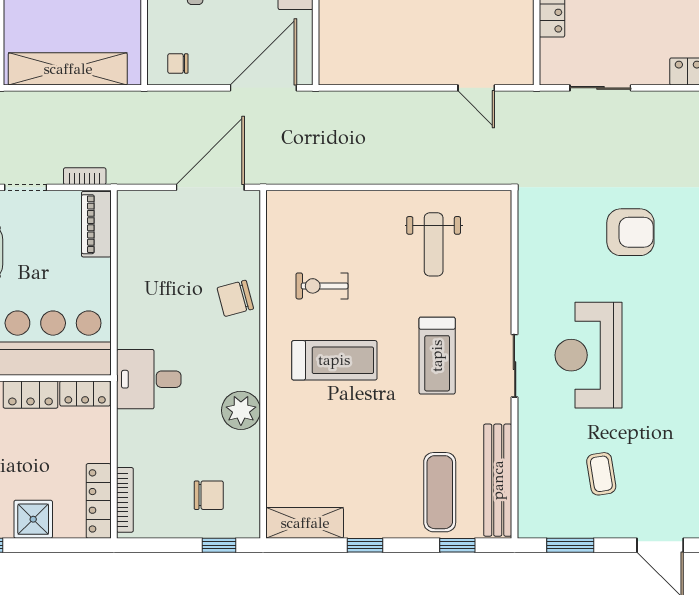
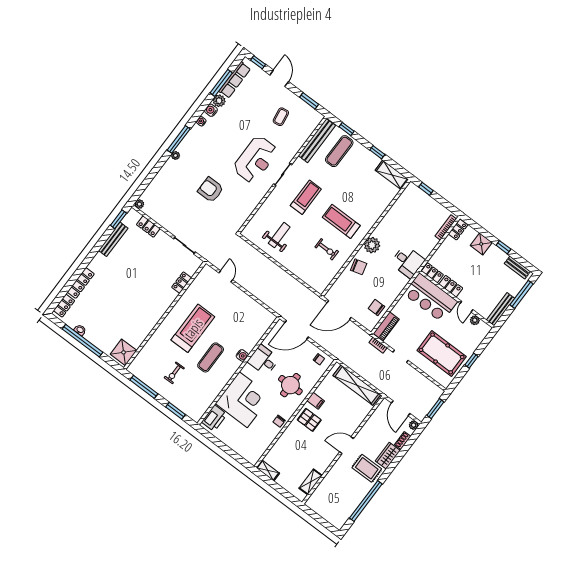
plant: (241, 410) -> (372, 245), moved
chair: (209, 495) -> (376, 308), moved
locker: (99, 501) -> (458, 229), width x0.66

